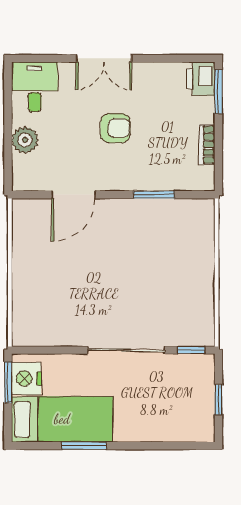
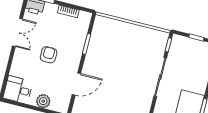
double door: (104, 58) -> (17, 32), moved
door: (73, 195) -> (76, 84), hinge flipped

